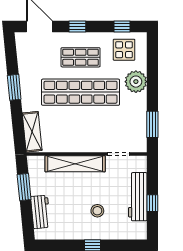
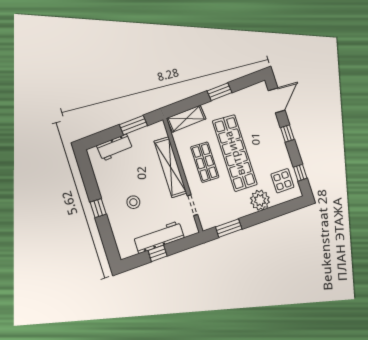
shop shelf: (81, 57) -> (205, 162), moved

